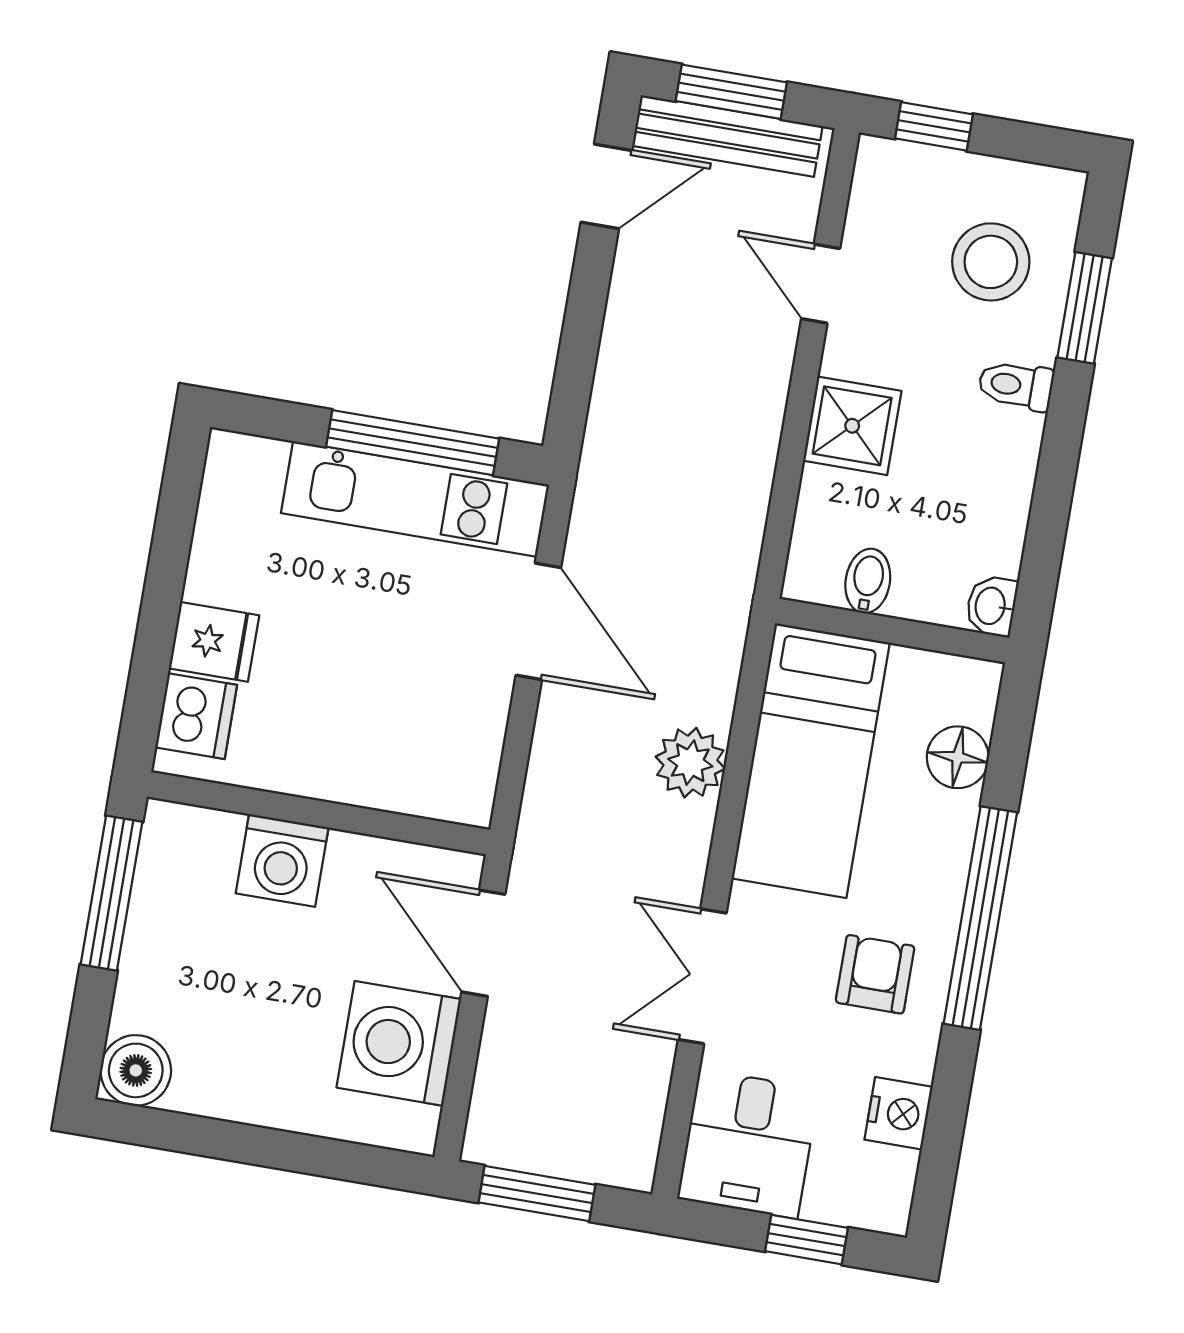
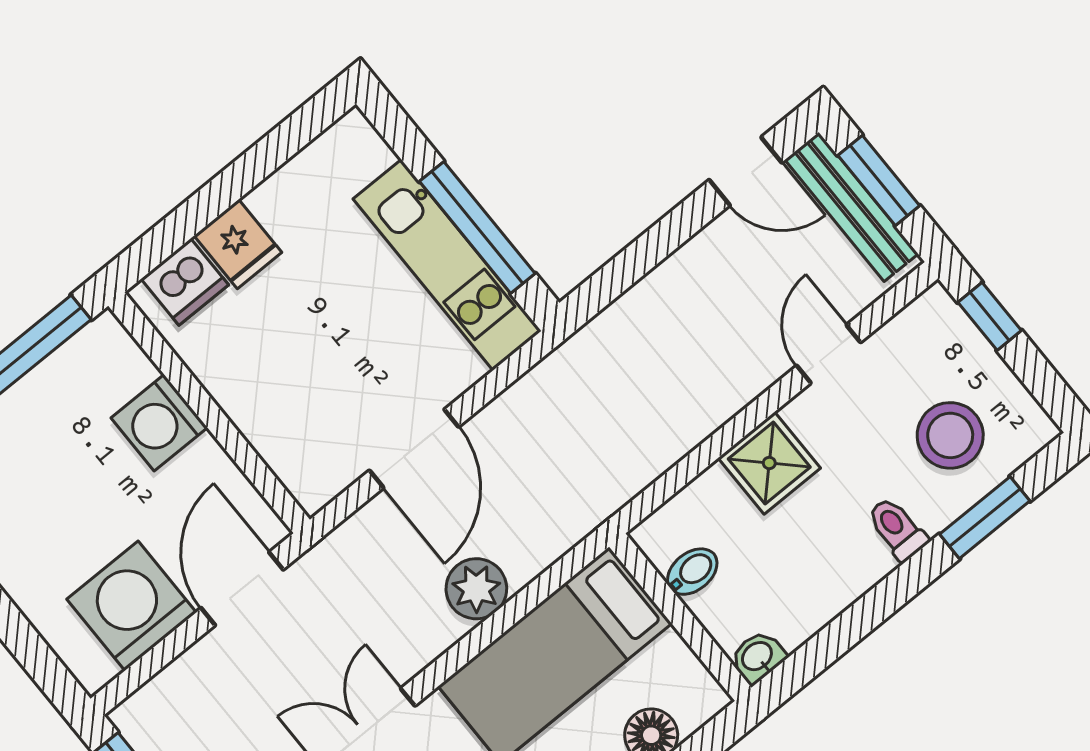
door: (538, 621) -> (414, 449), moved

